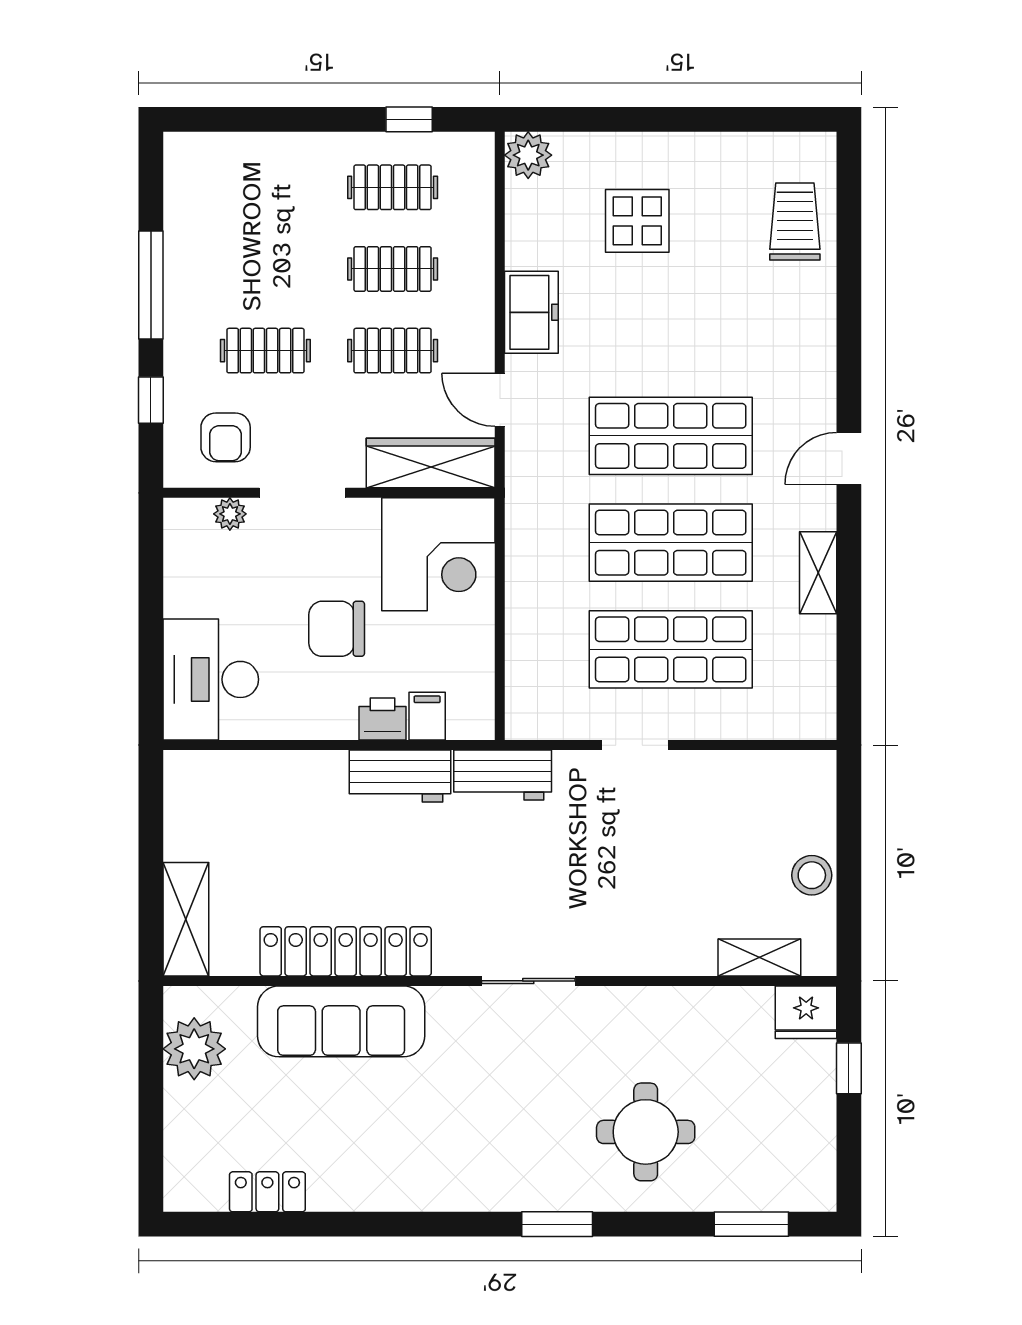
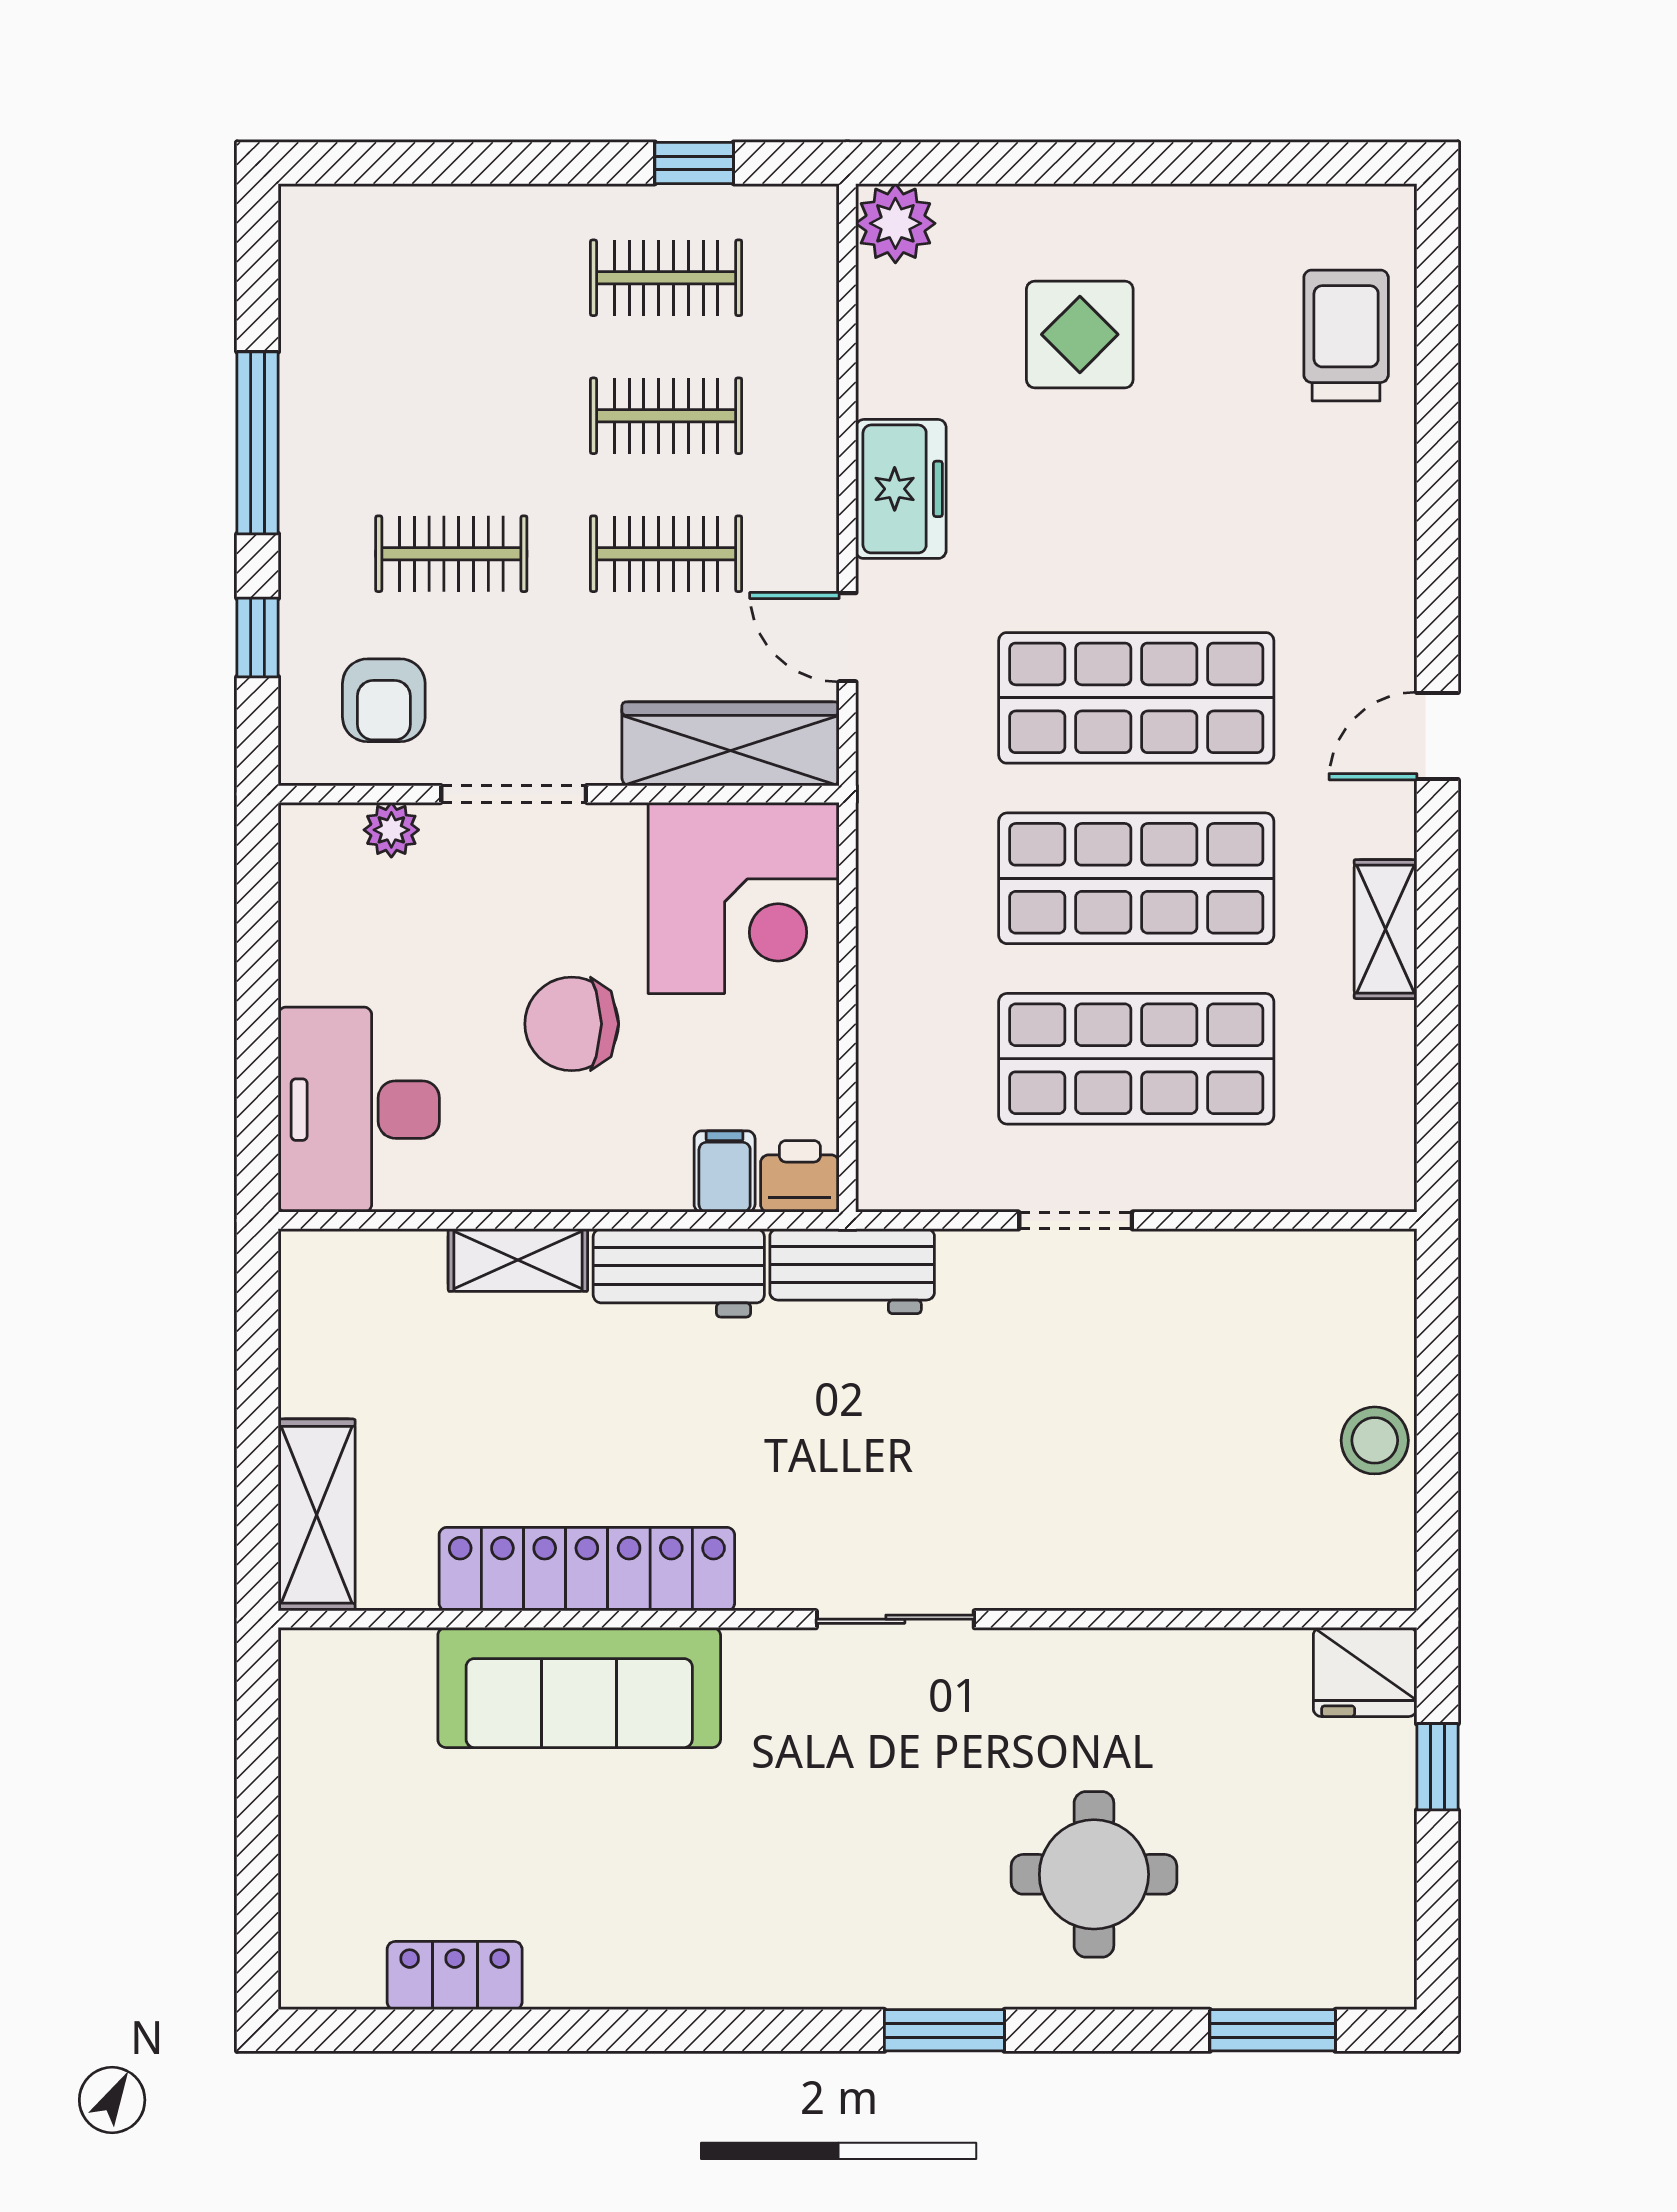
printer: (383, 719) -> (800, 1176), moved
shelving: (759, 957) -> (518, 1260), moved
plant: (194, 1049) -> (331, 1734), removed

